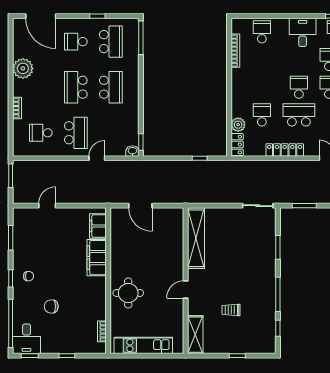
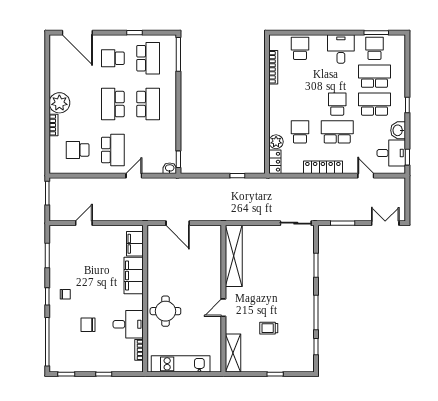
plant: (23, 68) -> (59, 103), moved
desk: (27, 339) -> (128, 324), moved, turned -90

